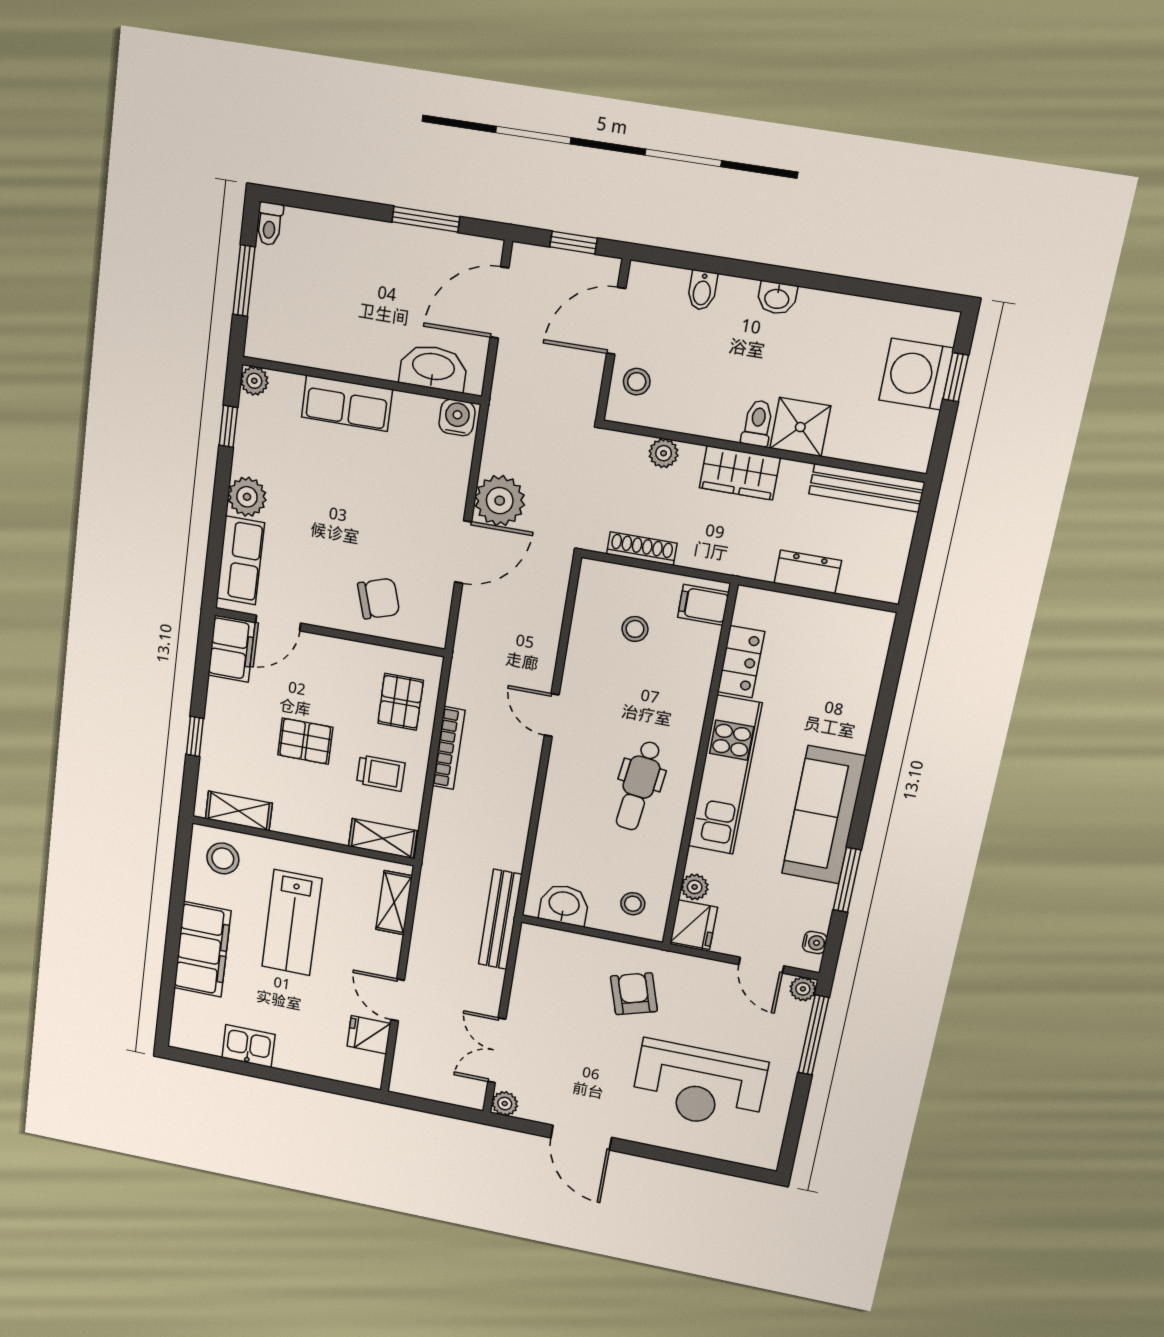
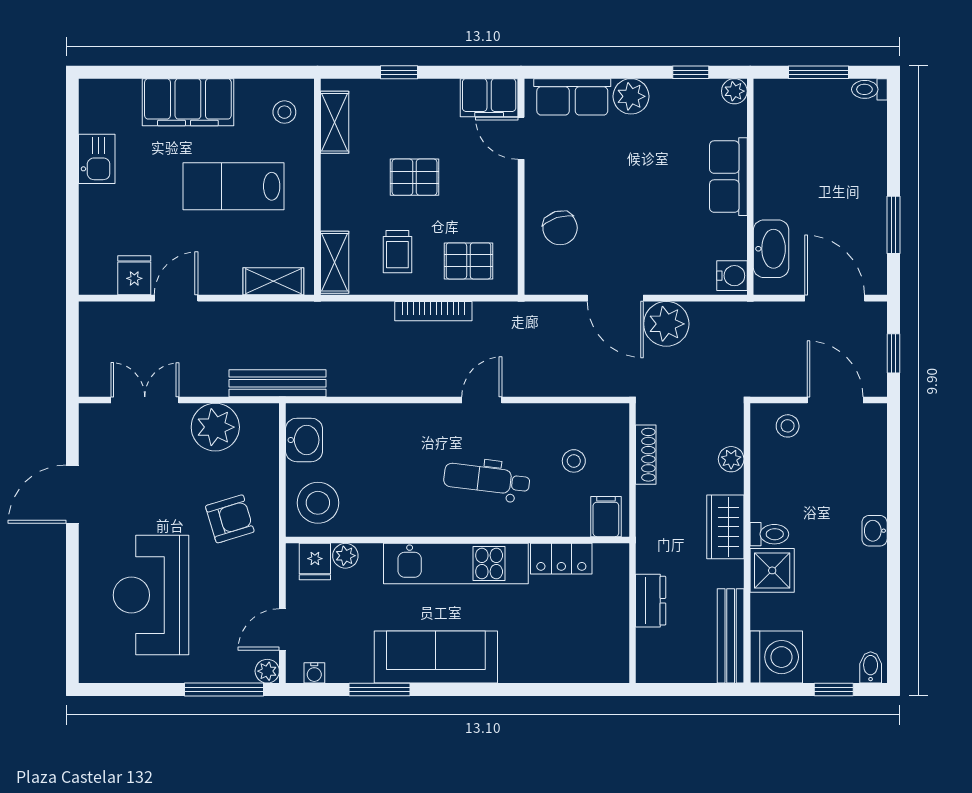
bidet: (702, 290) -> (871, 667), moved, turned 90
washing machine: (916, 374) -> (776, 657), moved, turned 90
pallet: (305, 741) -> (414, 177), turned 90
dental chair: (639, 786) -> (487, 479), moved
stool: (223, 858) -> (284, 112), width x0.73, depth x0.73
stool: (633, 904) -> (318, 503), width x1.89, depth x1.89
fridge: (694, 925) -> (315, 562), width x0.72
plant: (505, 1104) -> (215, 427), moved, width x1.87, depth x1.87

